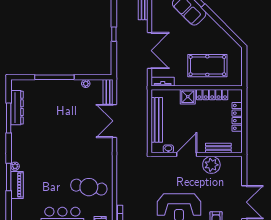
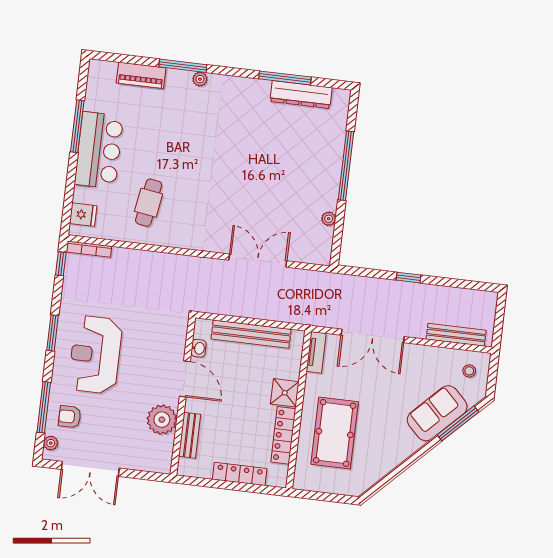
bench: (108, 92) -> (310, 255), removed
piano: (17, 185) -> (141, 75), moved
cafe table: (89, 187) -> (149, 203), width x0.73, depth x0.74

